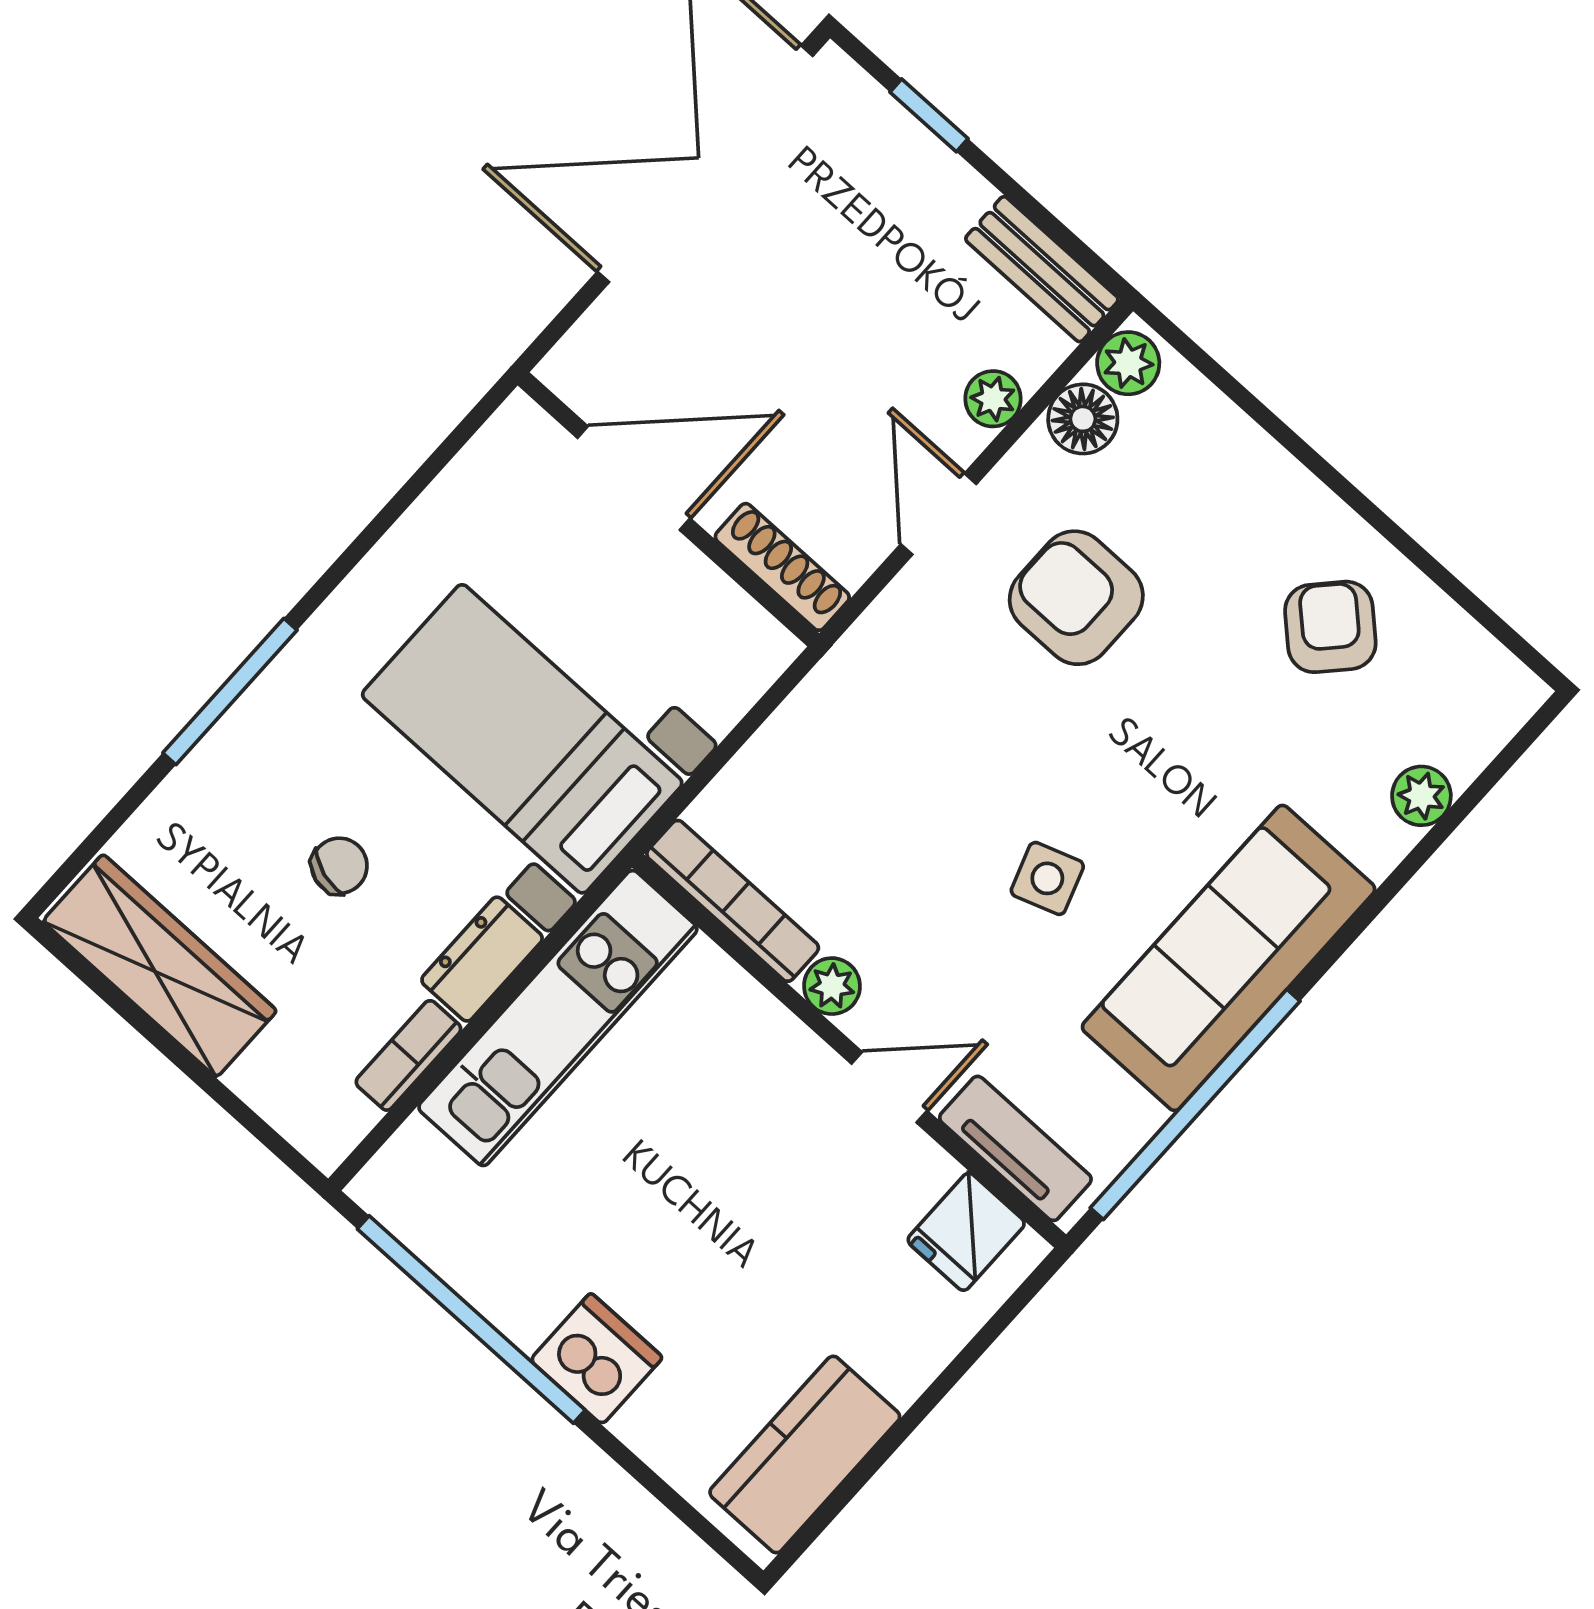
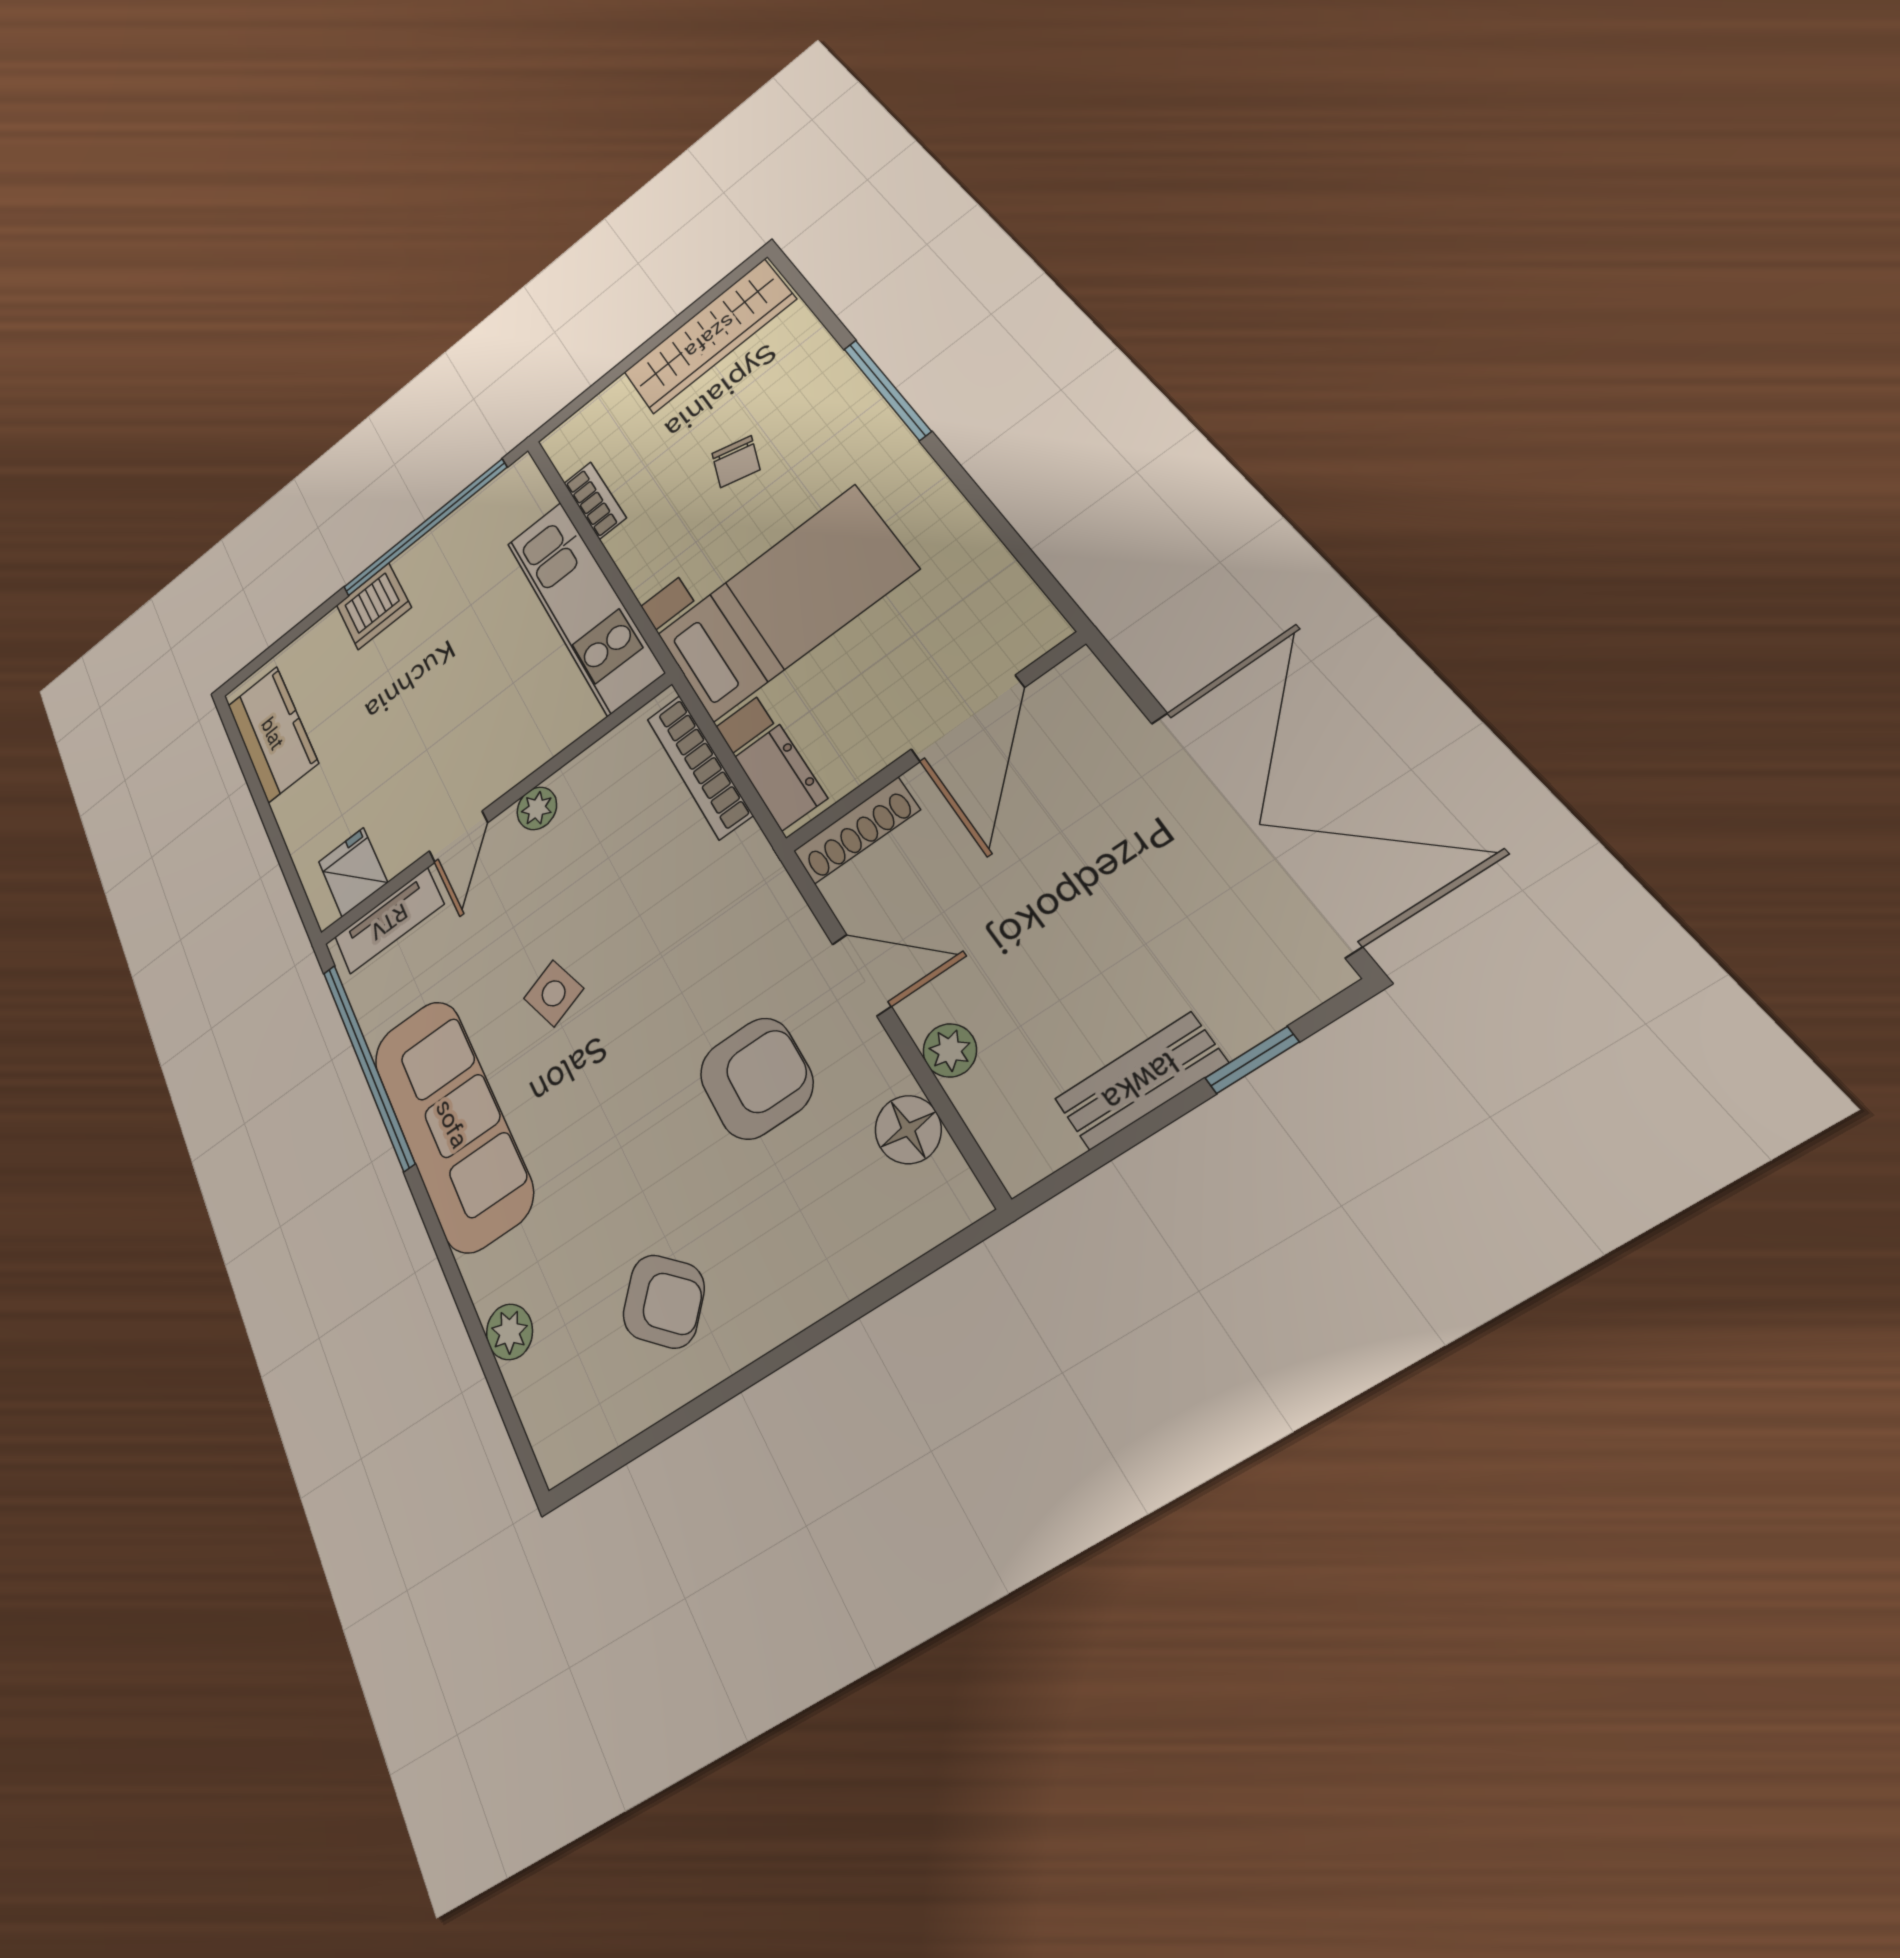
bench: (1042, 269) -> (1140, 1081), moved
plant: (1128, 363) -> (948, 1189), removed
bookcase: (733, 901) -> (699, 766), moved, turned 90
dresser: (482, 959) -> (781, 777), moved

